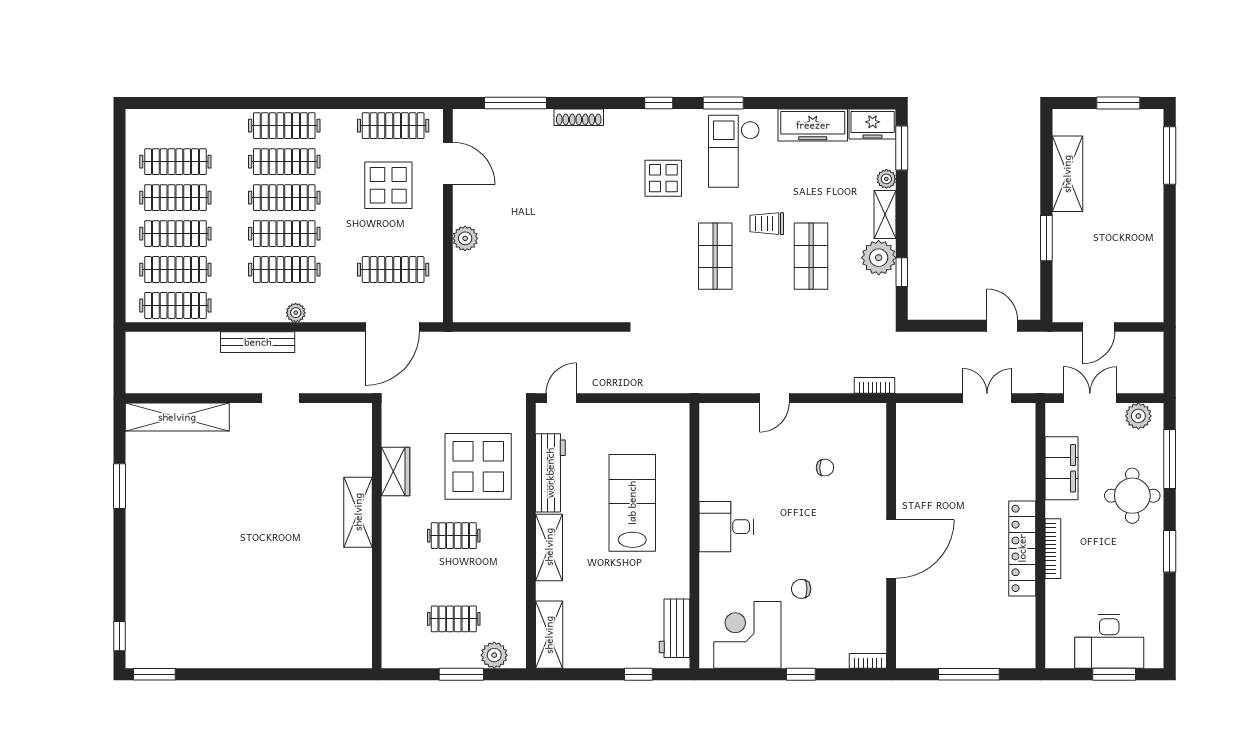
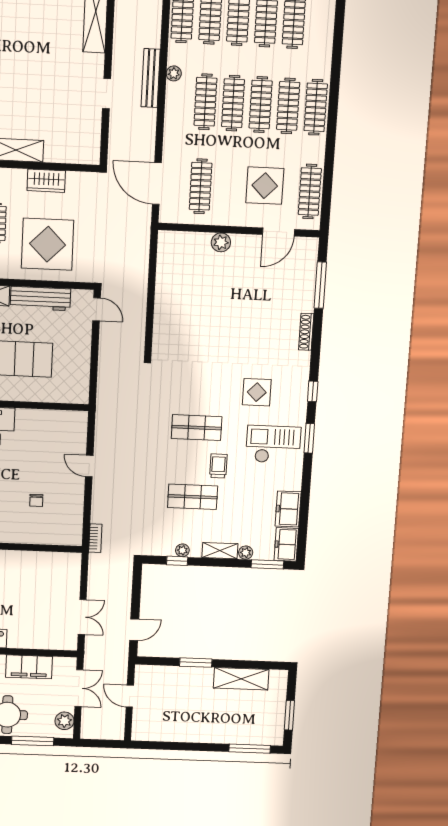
freezer: (813, 125) -> (288, 509), width x0.71
plant: (879, 258) -> (182, 550), width x0.53, depth x0.53
plant: (296, 313) -> (174, 73), moved

